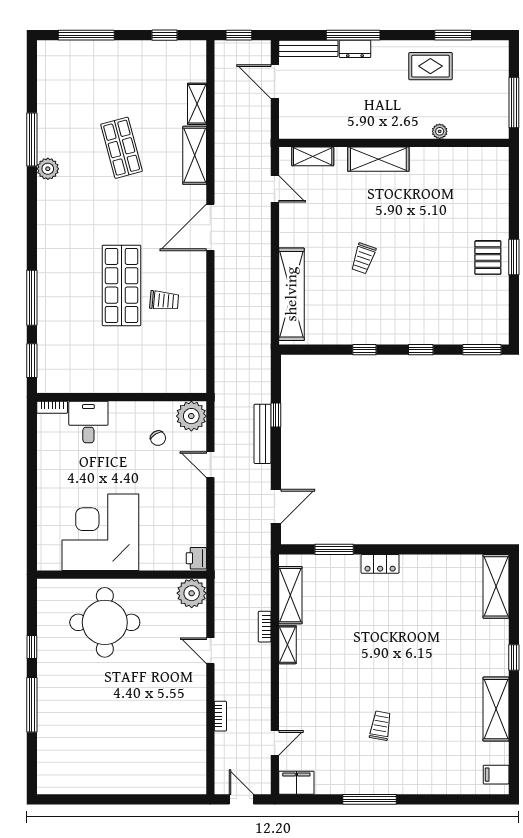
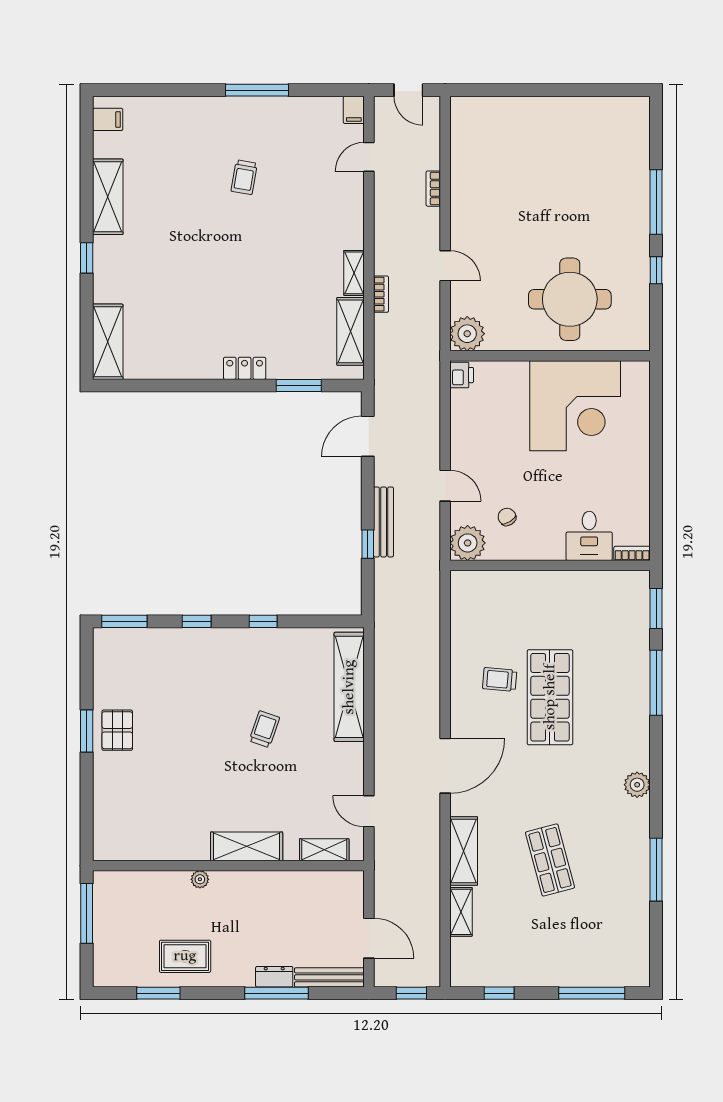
plant: (440, 131) -> (200, 879), moved
plant: (48, 169) -> (637, 785), moved
filing cabinet: (296, 783) -> (354, 110), width x0.50

